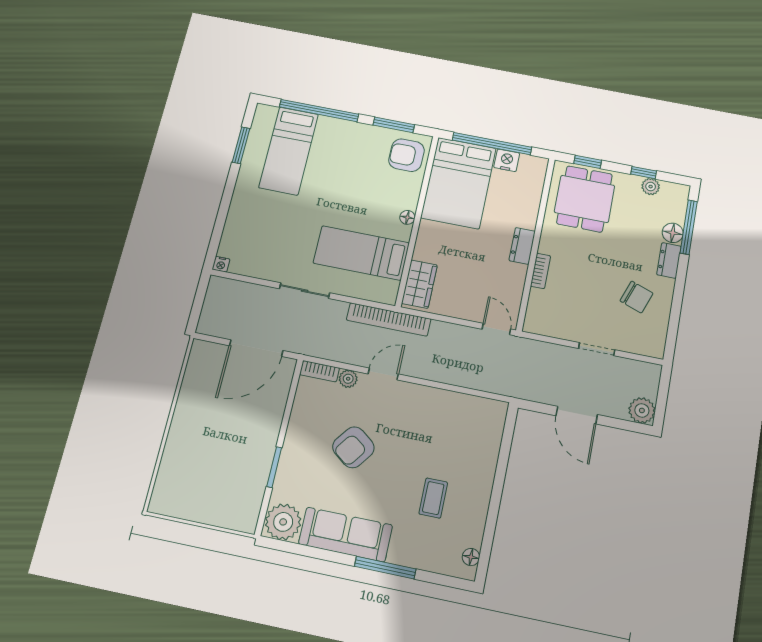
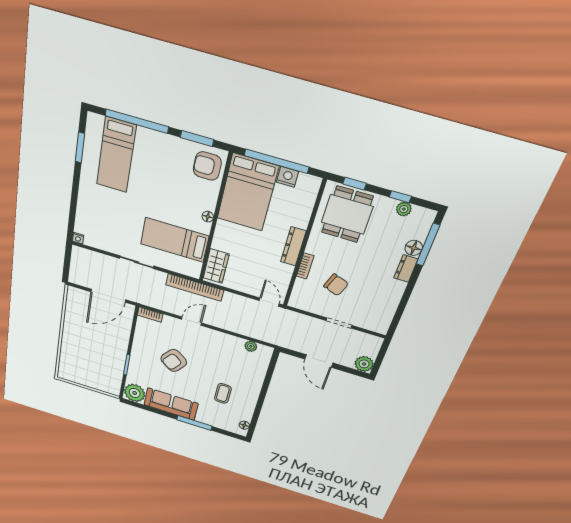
dresser: (522, 246) -> (293, 246), width x1.44
chair: (637, 297) -> (336, 285), moved
plant: (348, 379) -> (251, 346), moved

